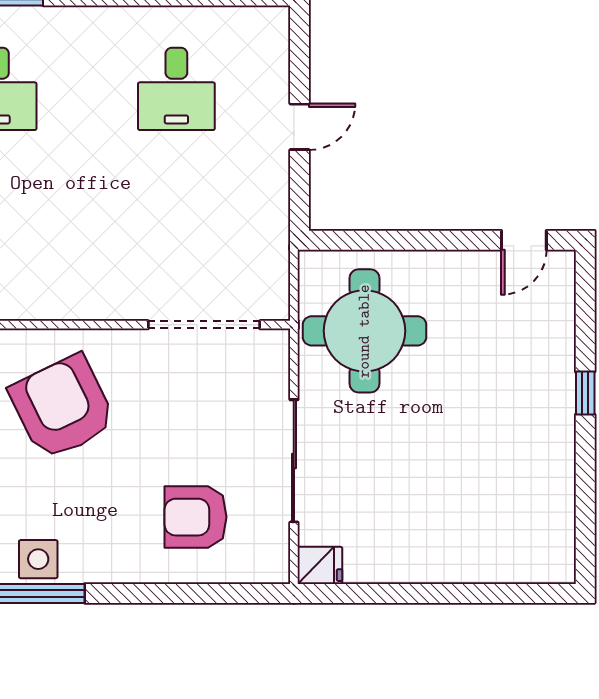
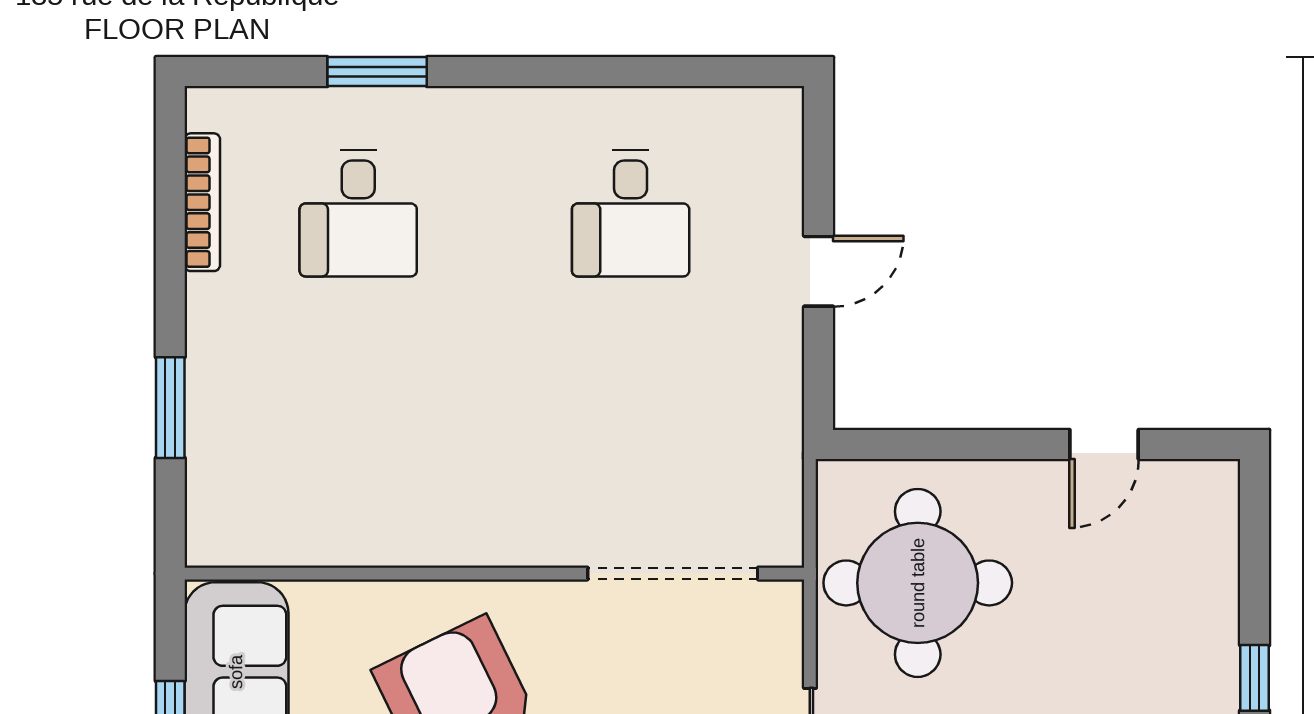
door: (524, 240) -> (1104, 444), moved

